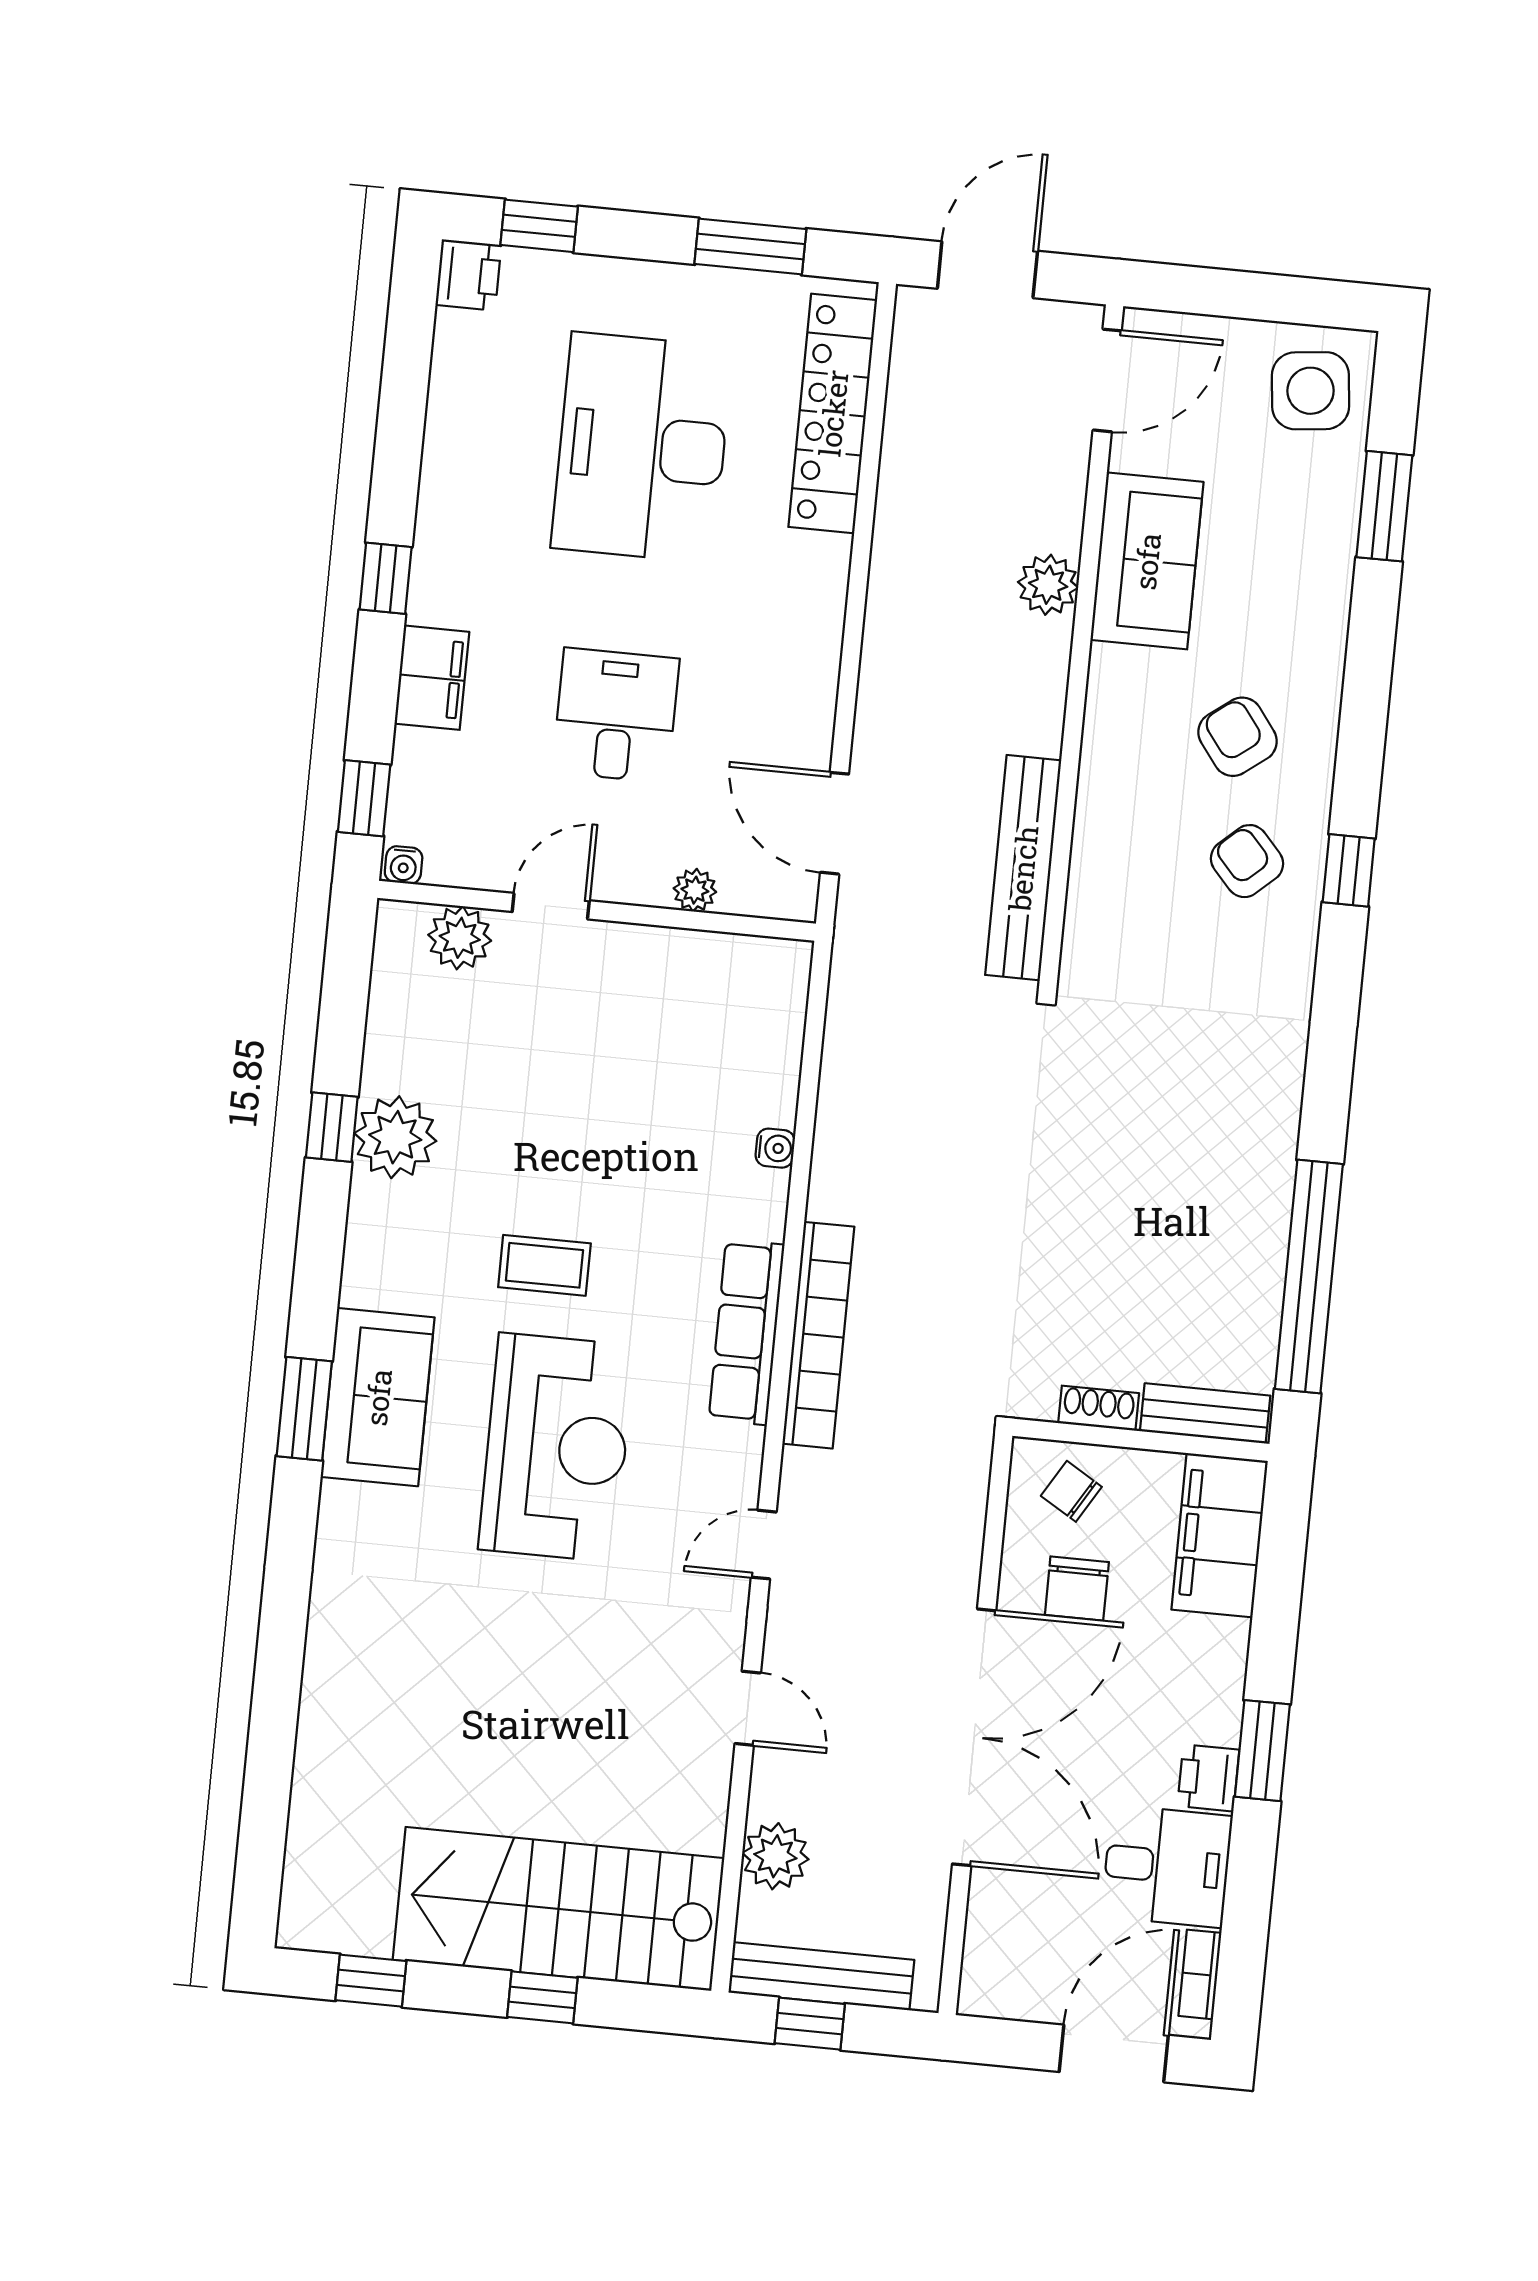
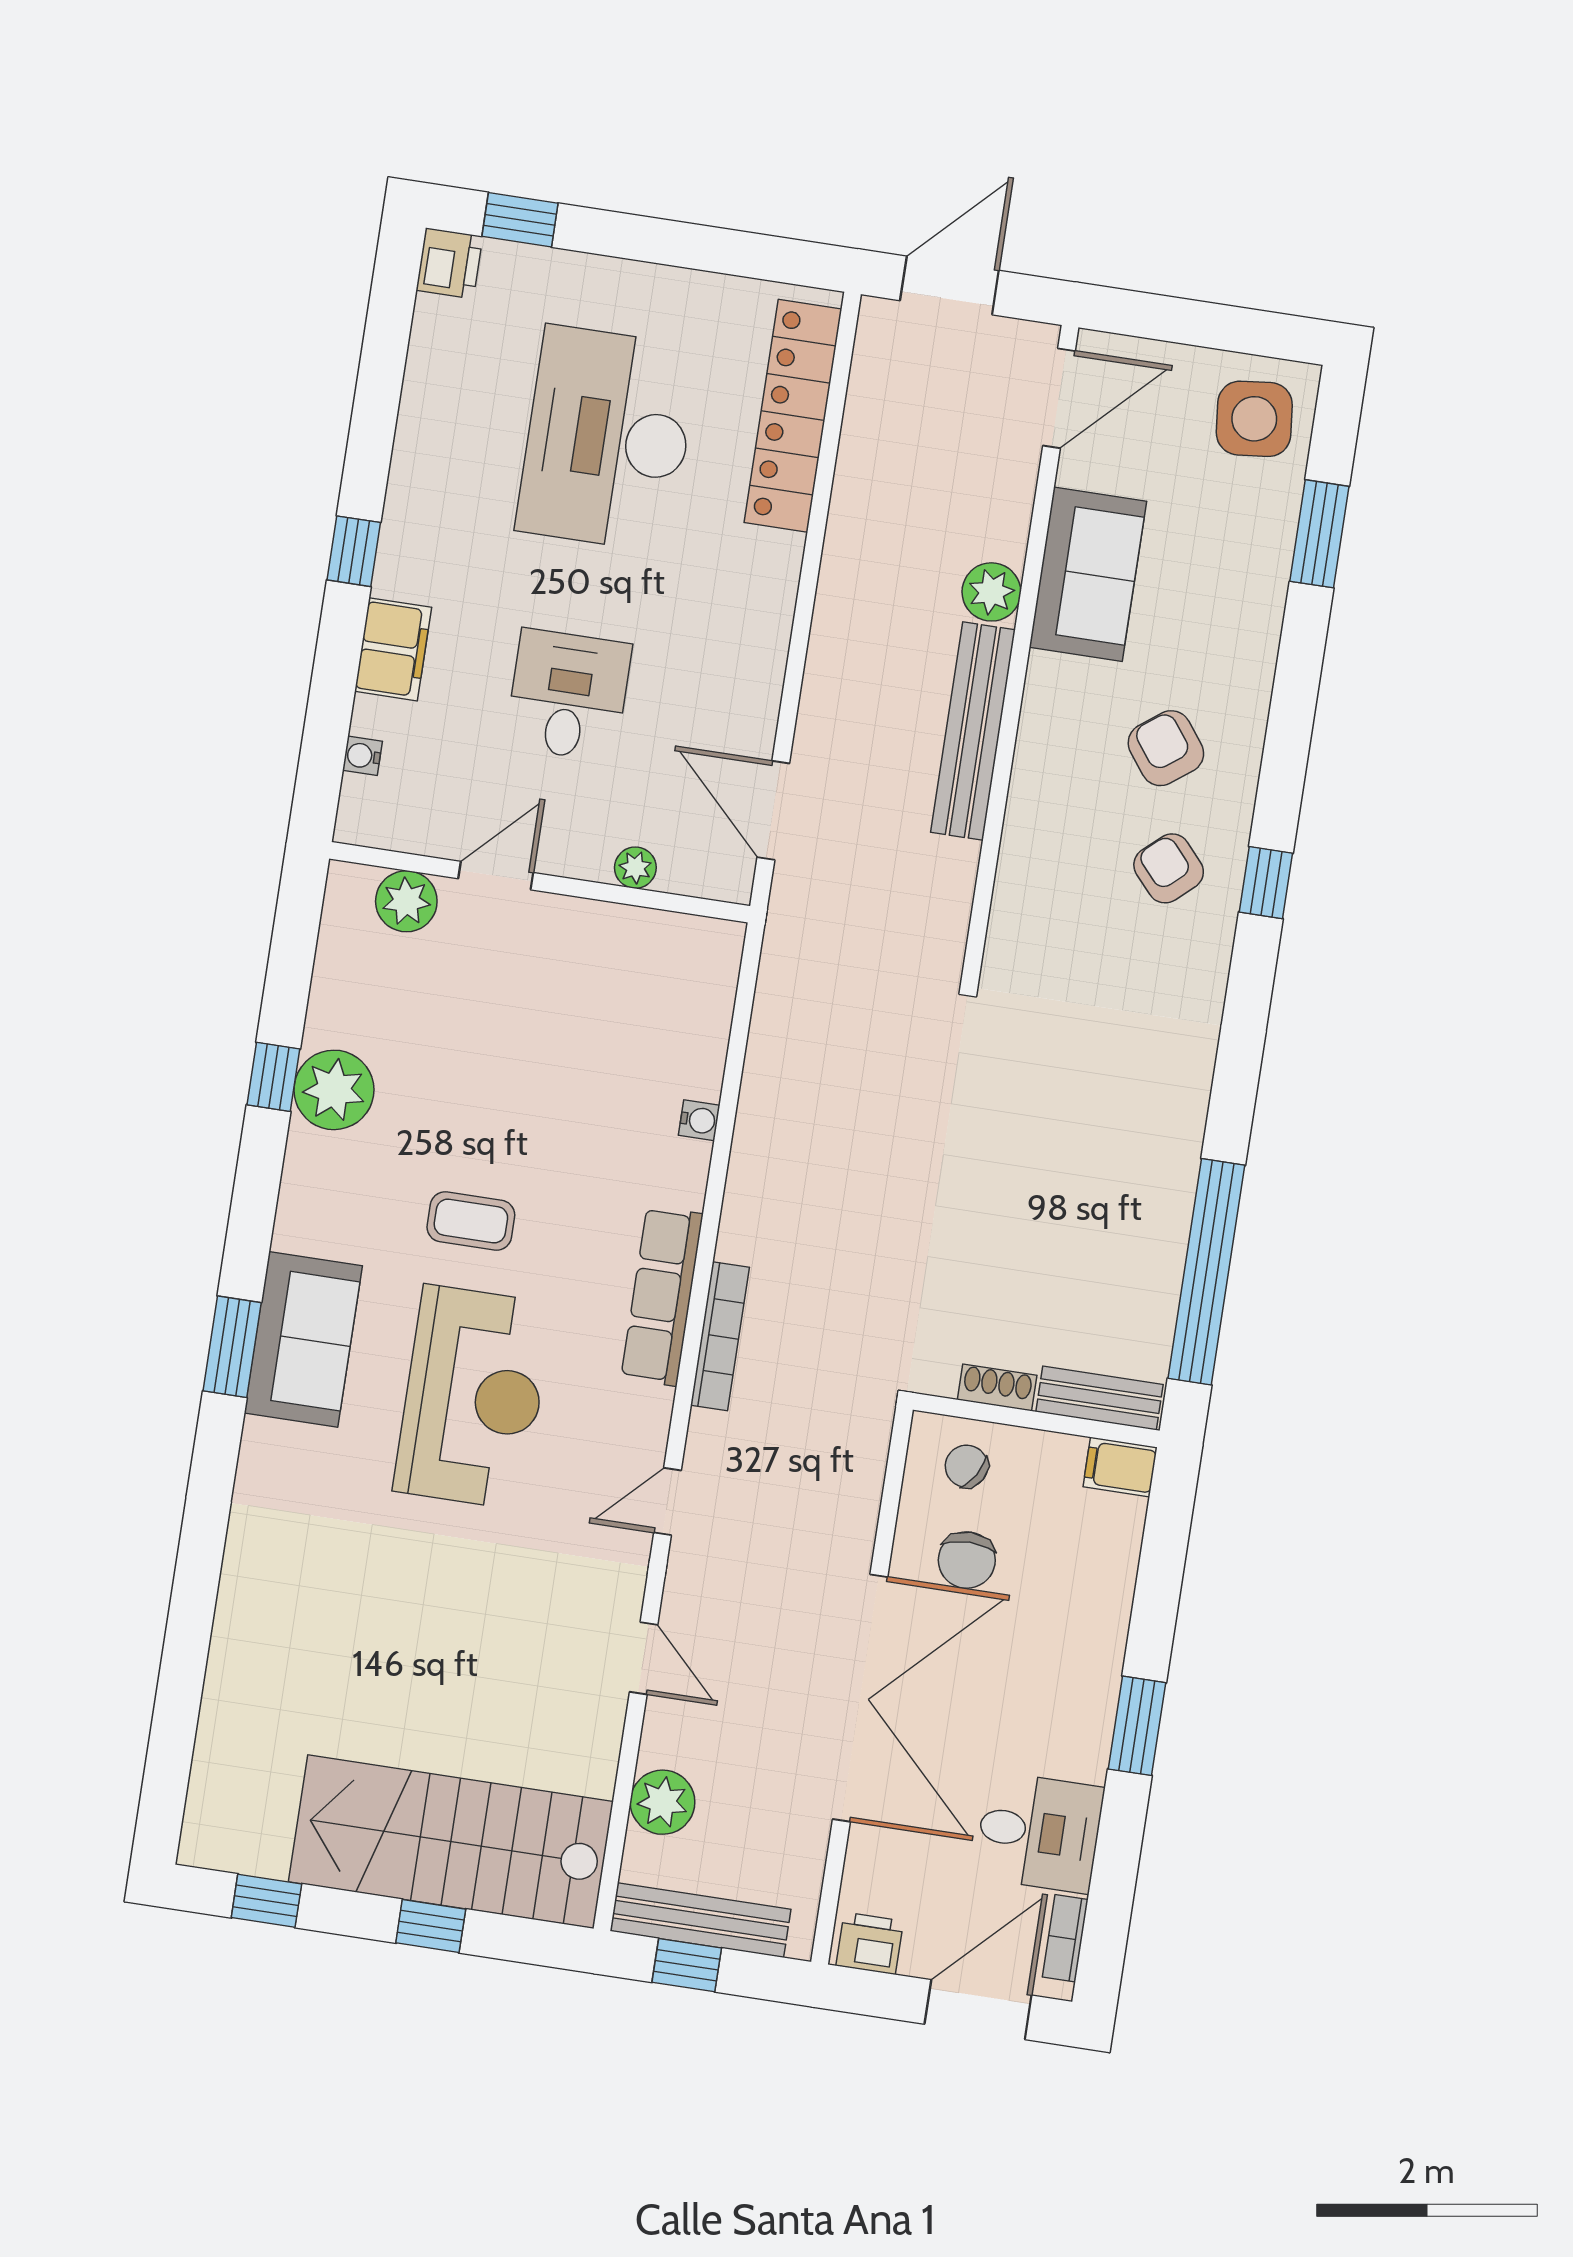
window: (750, 247) -> (722, 251), removed
window: (364, 798) -> (322, 762), removed
water cooler: (404, 865) -> (362, 756), moved, turned 90
bench: (1023, 868) -> (973, 731), moved
bookcase: (818, 1335) -> (720, 1336), width x0.68, depth x0.76
filing cabinet: (1220, 1535) -> (1120, 1467), width x0.33, depth x0.86
printer: (1208, 1778) -> (870, 1943), moved, turned 90

